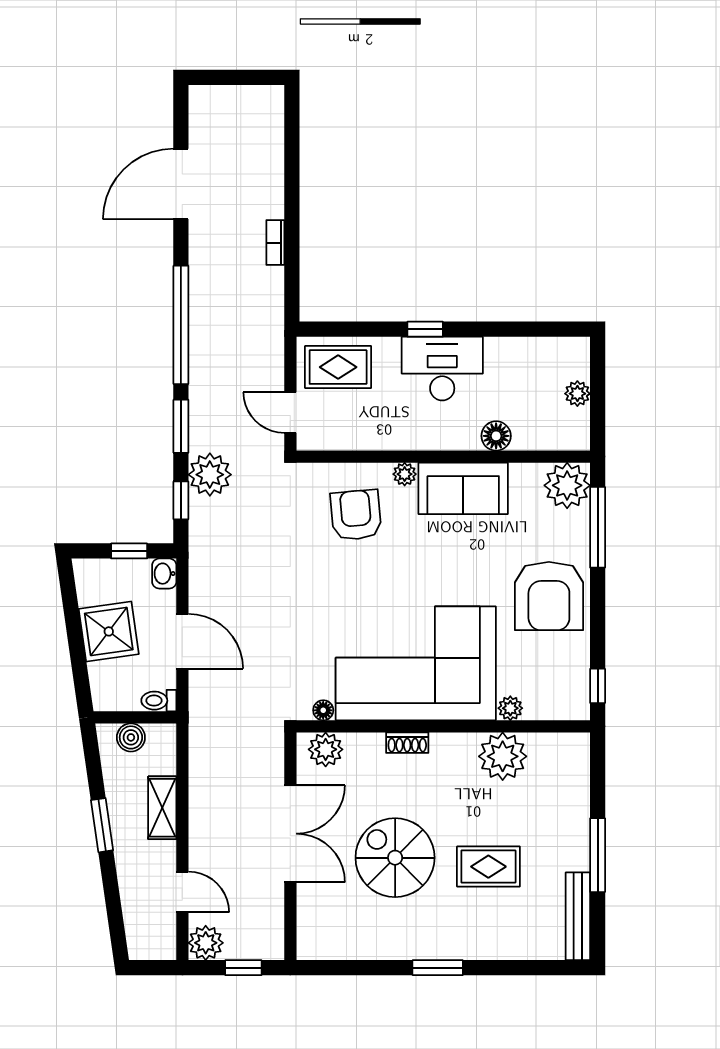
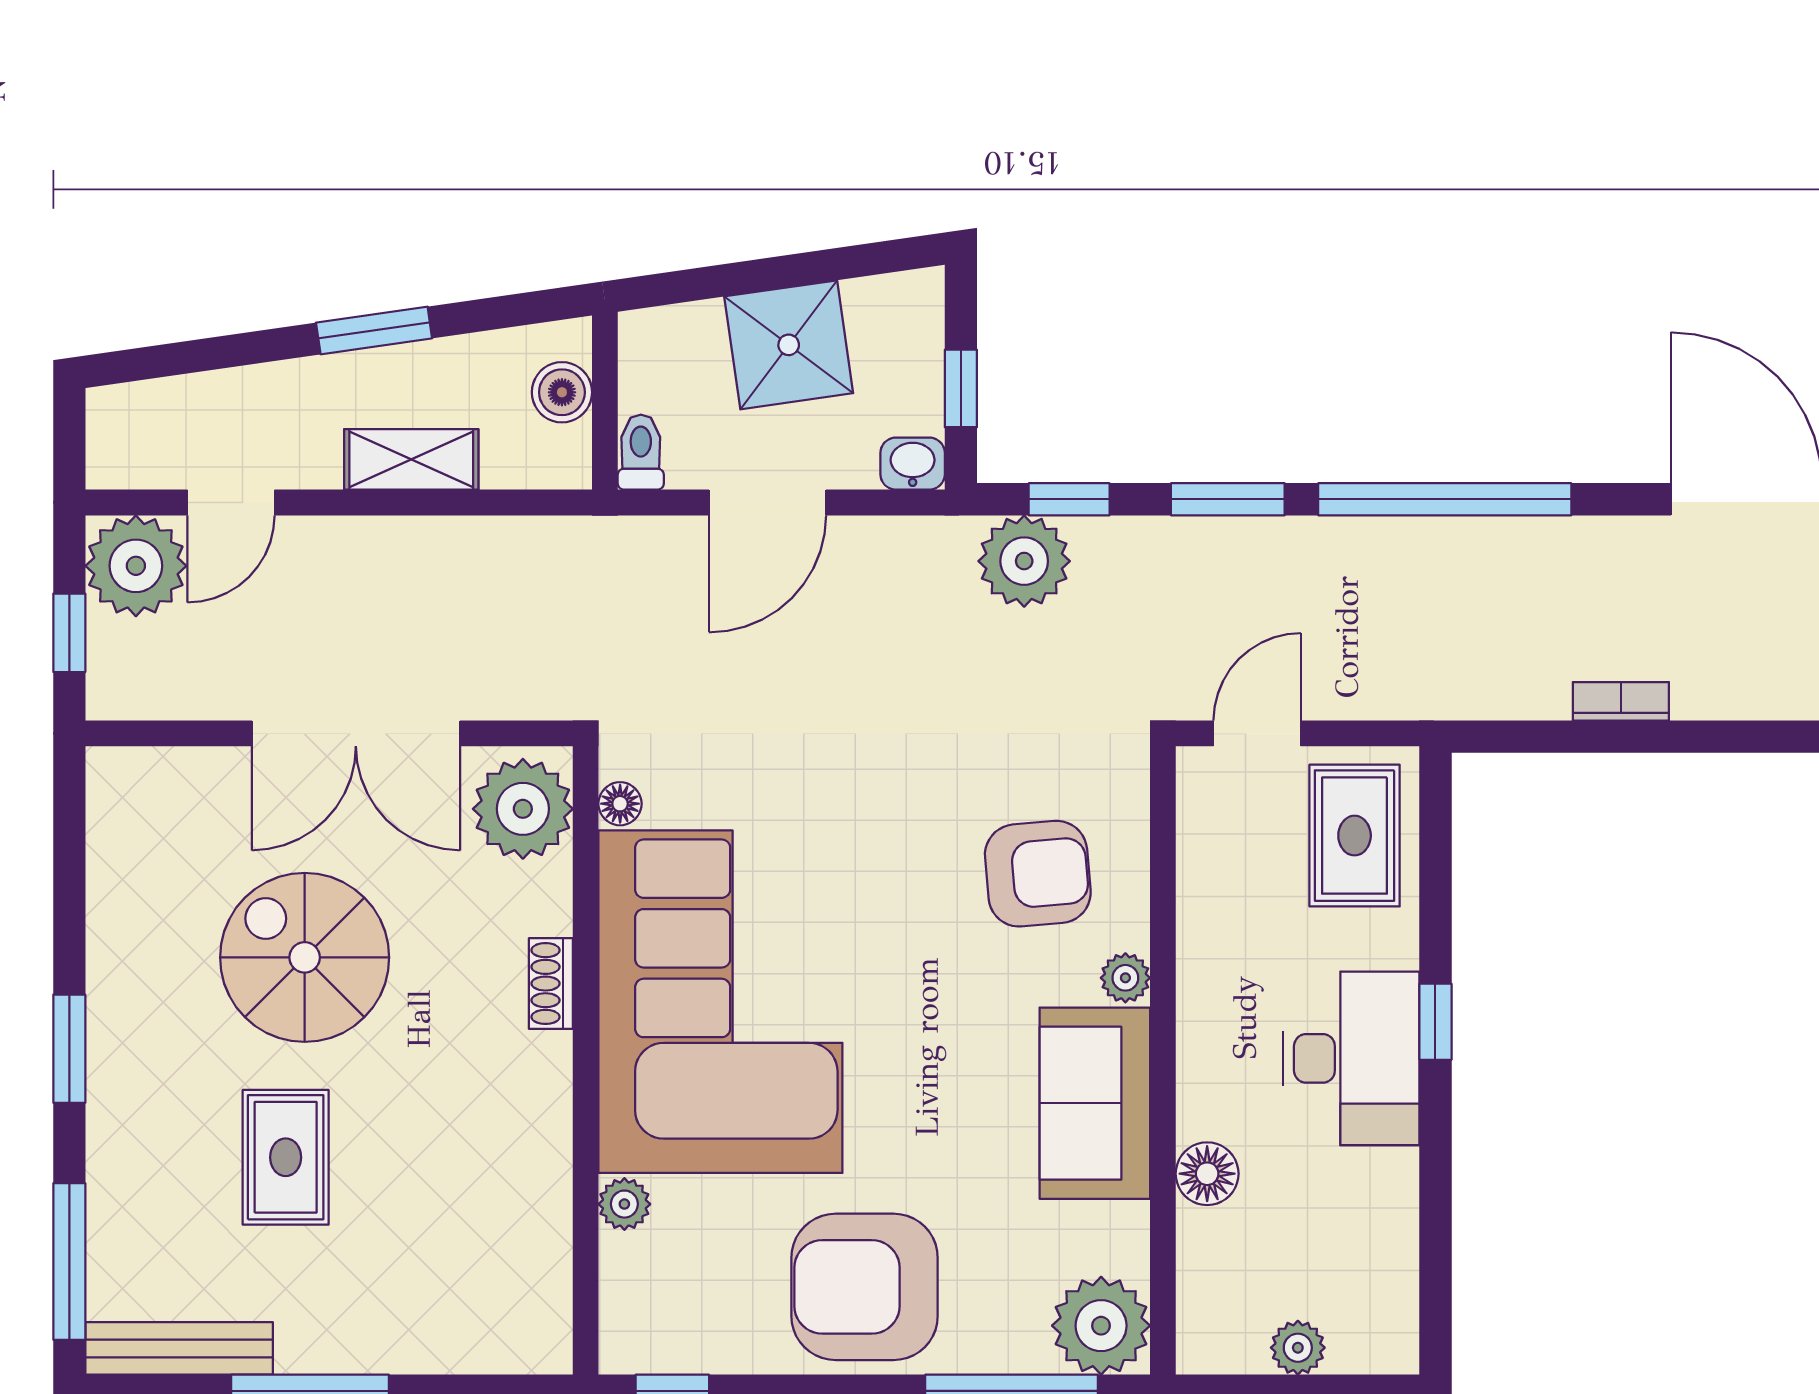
plant: (210, 475) -> (1024, 561), moved
plant: (326, 749) -> (523, 809), width x1.36, depth x1.36
plant: (503, 756) -> (522, 1188), removed
spiral stairs: (395, 858) -> (305, 957), turned -90
plant: (206, 943) -> (136, 566), width x1.36, depth x1.36
window: (537, 968) -> (69, 1262), added

